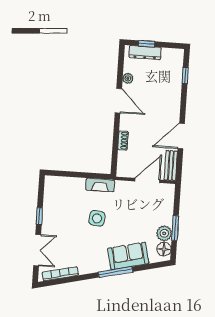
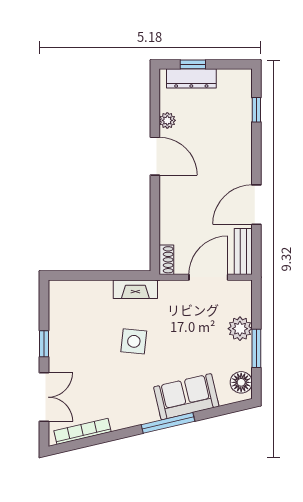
shoe rack: (123, 141) -> (166, 260), moved
plant: (164, 233) -> (240, 329), moved

